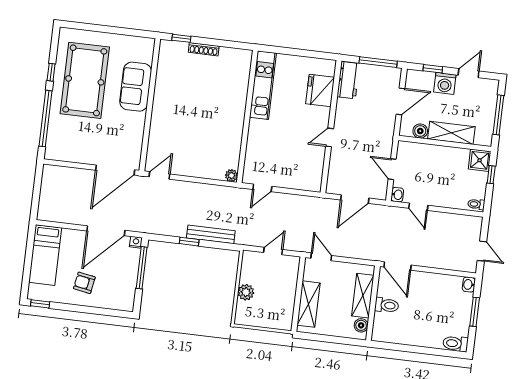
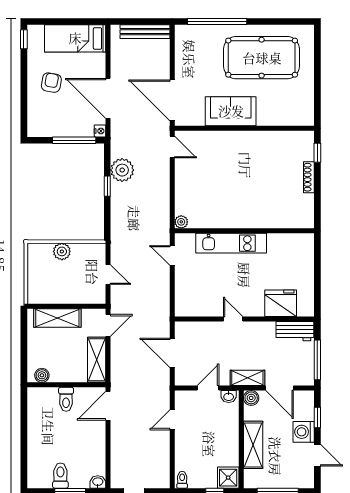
window: (51, 72) -> (266, 22), removed
kitchen unit: (263, 85) -> (231, 243), moved
sofa: (136, 87) -> (231, 111), moved
shelving: (387, 131) -> (247, 378), added
boiler: (420, 131) -> (251, 398), moved
washbasin: (397, 195) -> (229, 396), moved
plant: (175, 226) -> (122, 170), added
bench: (211, 234) -> (145, 32), moved, turned 90
shelving: (363, 296) -> (97, 360), moved, turned 90
toilet: (455, 344) -> (60, 476), moved

